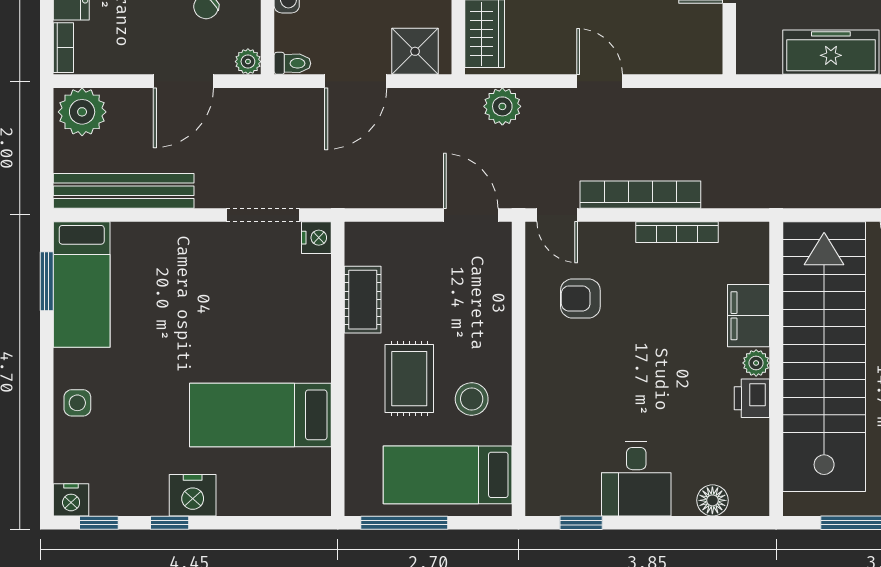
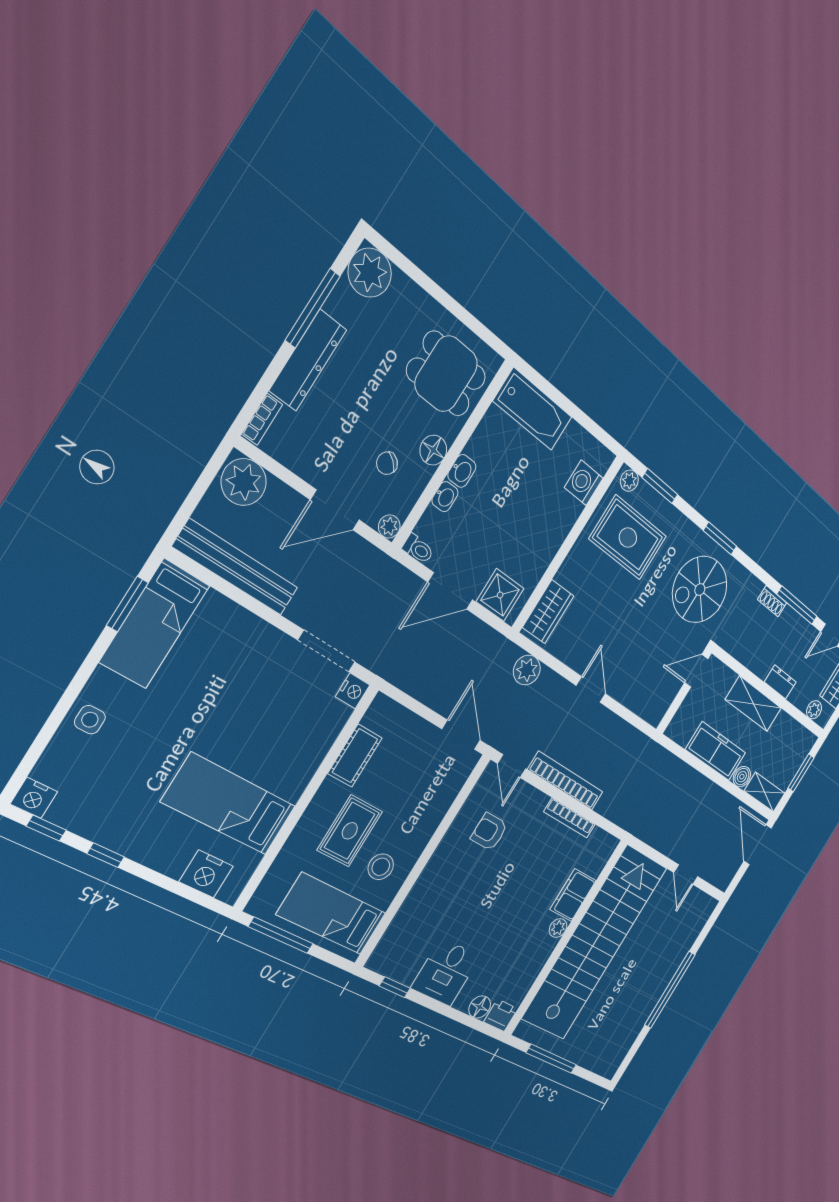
printer: (752, 398) -> (501, 1015), moved, turned 90
nightstand: (193, 495) -> (206, 874), moved

